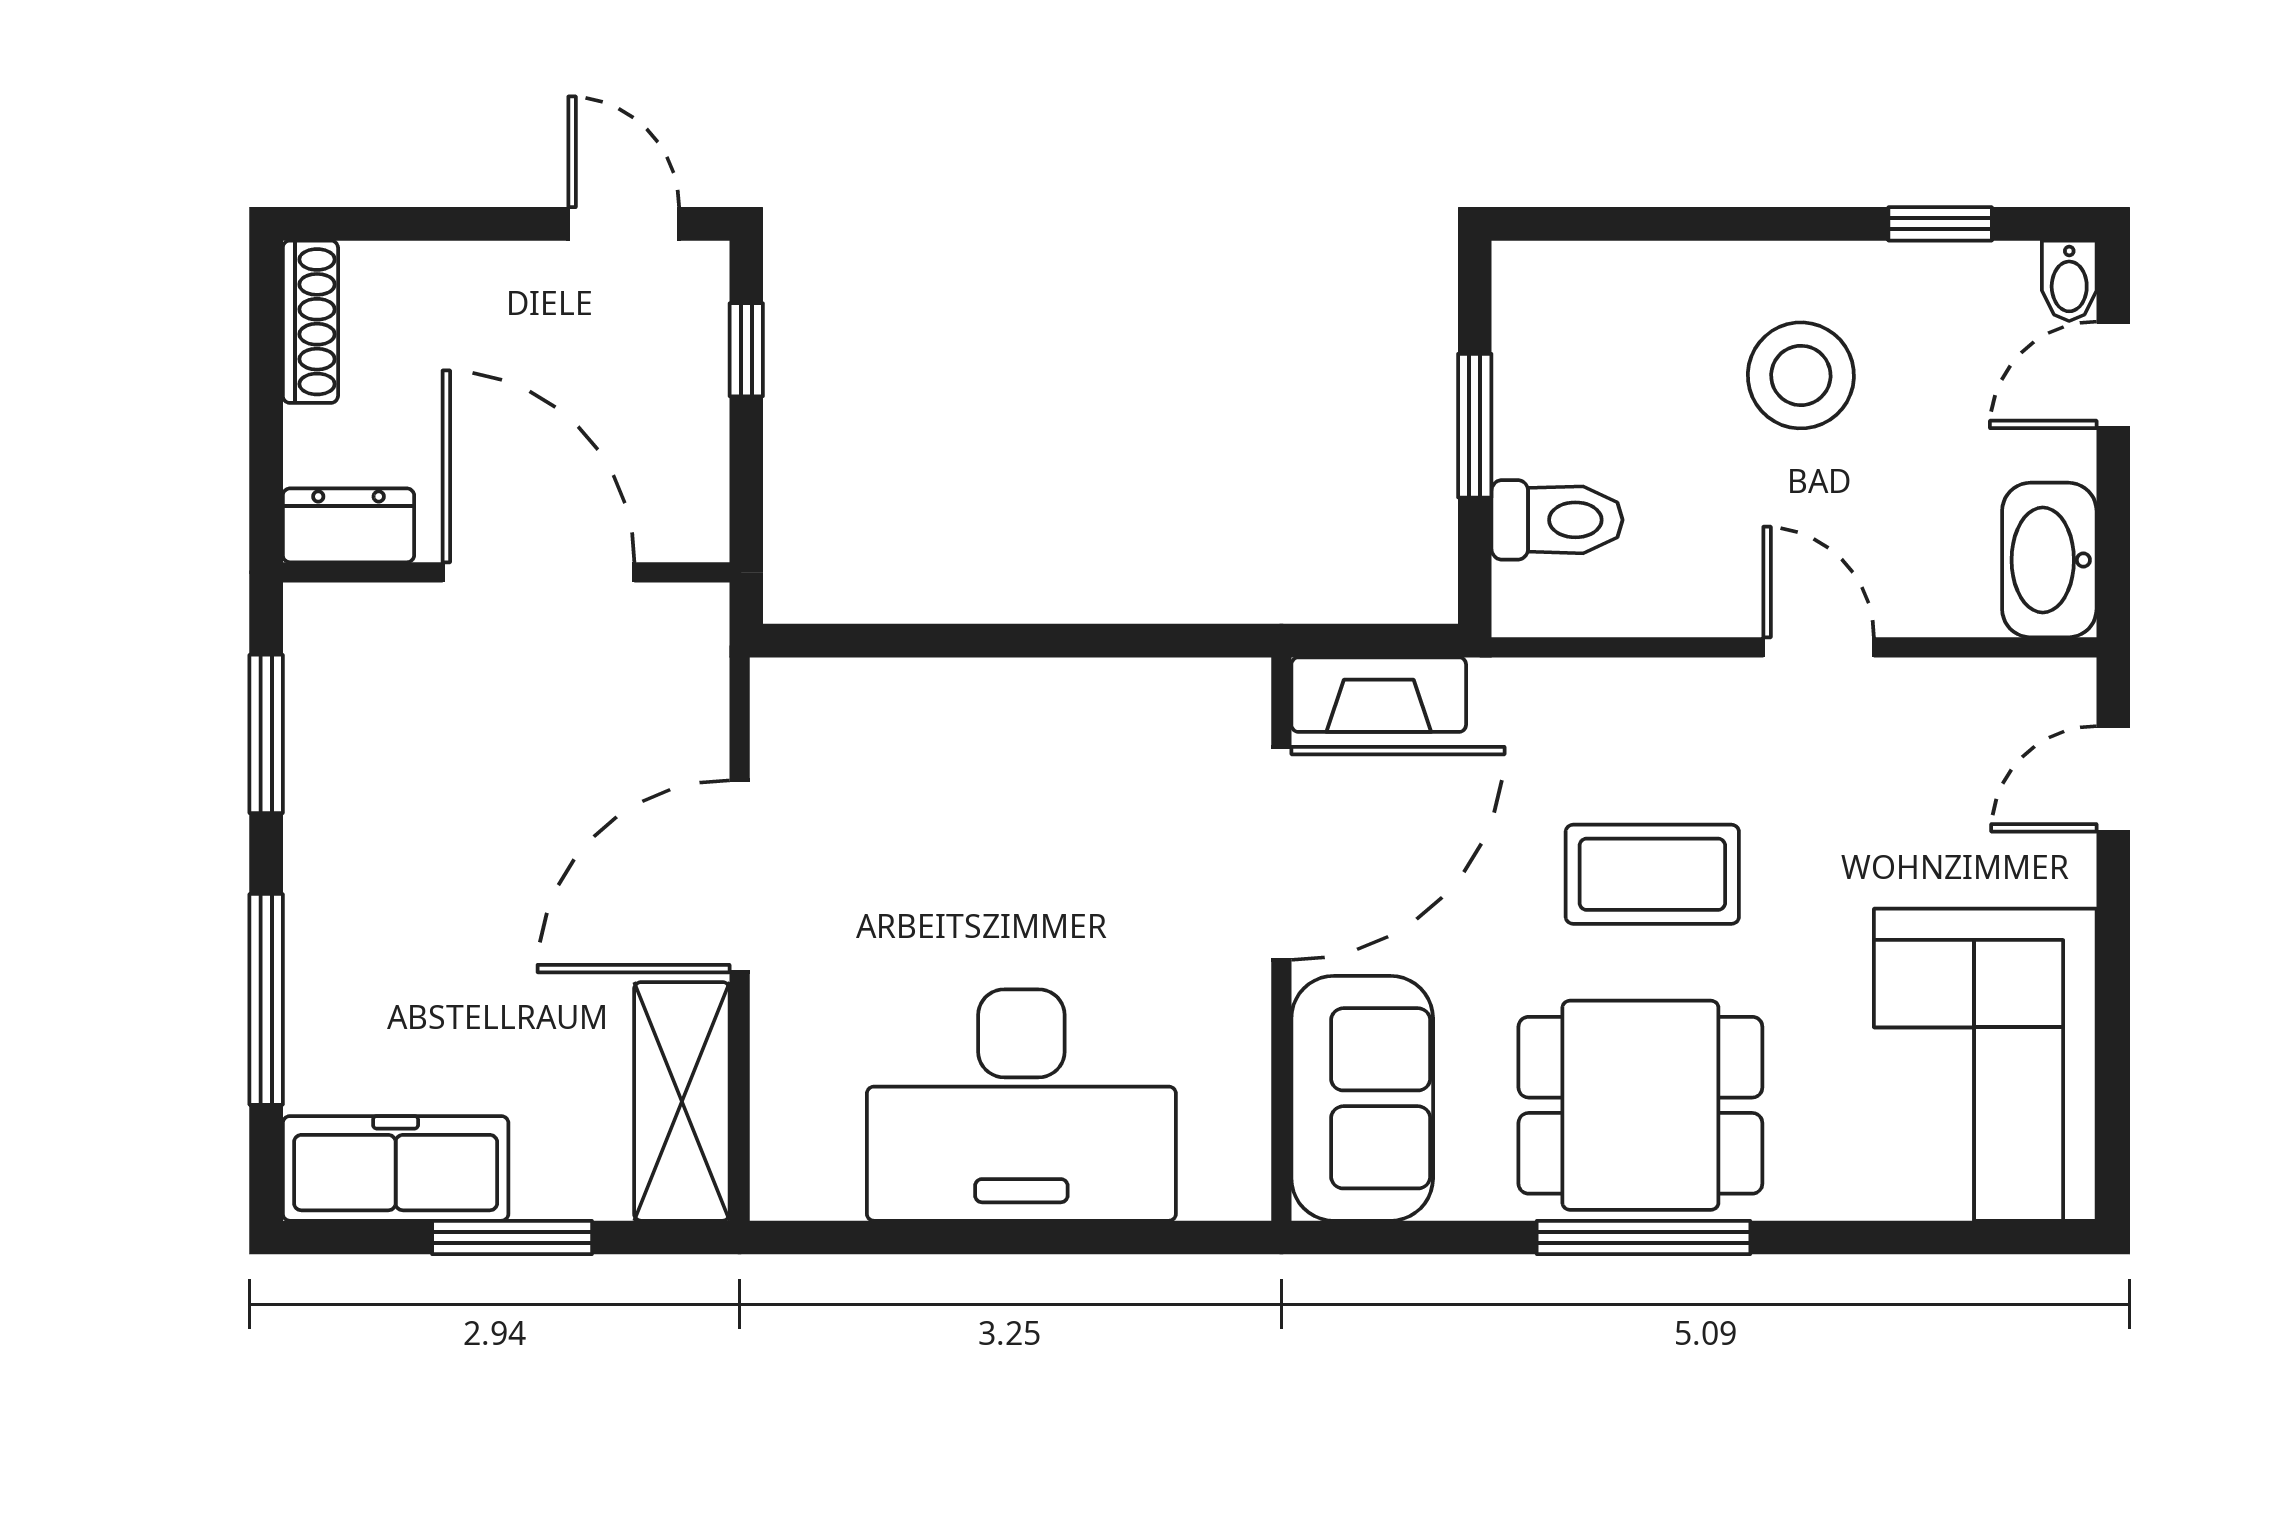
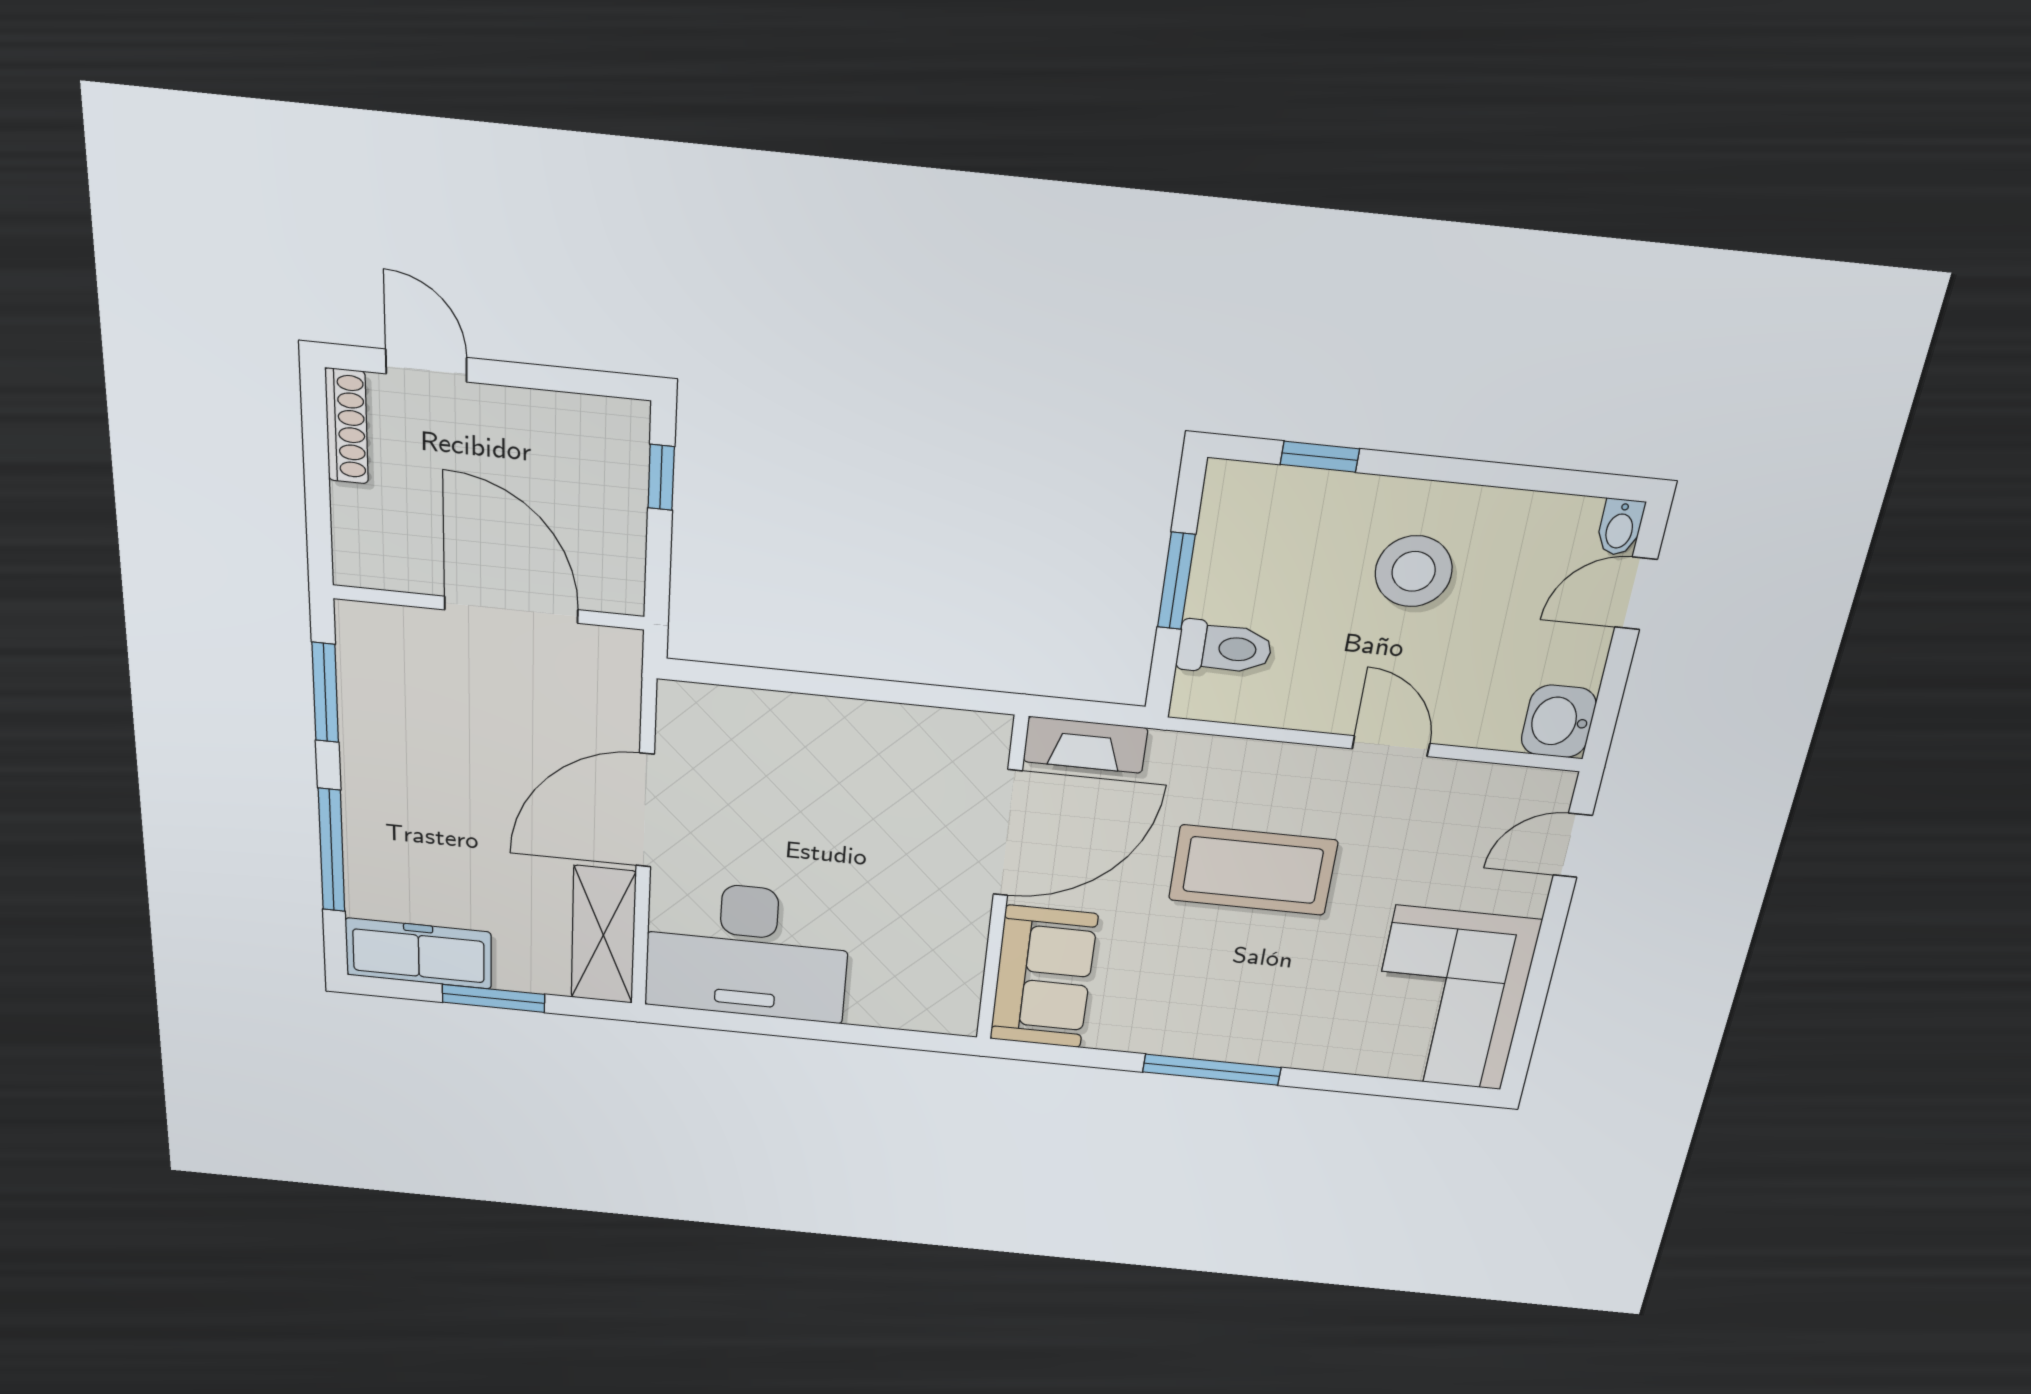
door: (624, 224) -> (426, 366), moved
window: (1940, 224) -> (1320, 457), moved
dresser: (348, 525) -> (378, 566), removed
washbasin: (2049, 560) -> (1559, 721), width x0.72
coffee table: (1652, 874) -> (1253, 870), width x1.36, depth x1.32
desk: (1021, 1105) -> (747, 951), moved
dining table: (1640, 1105) -> (1222, 999), removed

